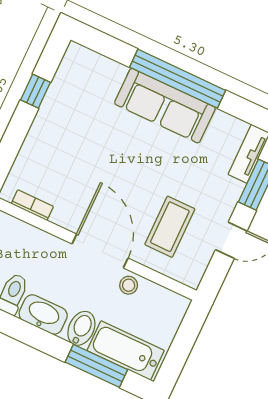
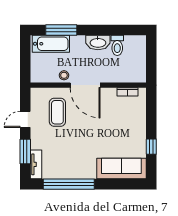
window: (178, 79) -> (69, 184), moved
sofa: (165, 106) -> (121, 168), moved
bidet: (81, 328) -> (77, 44), removed

